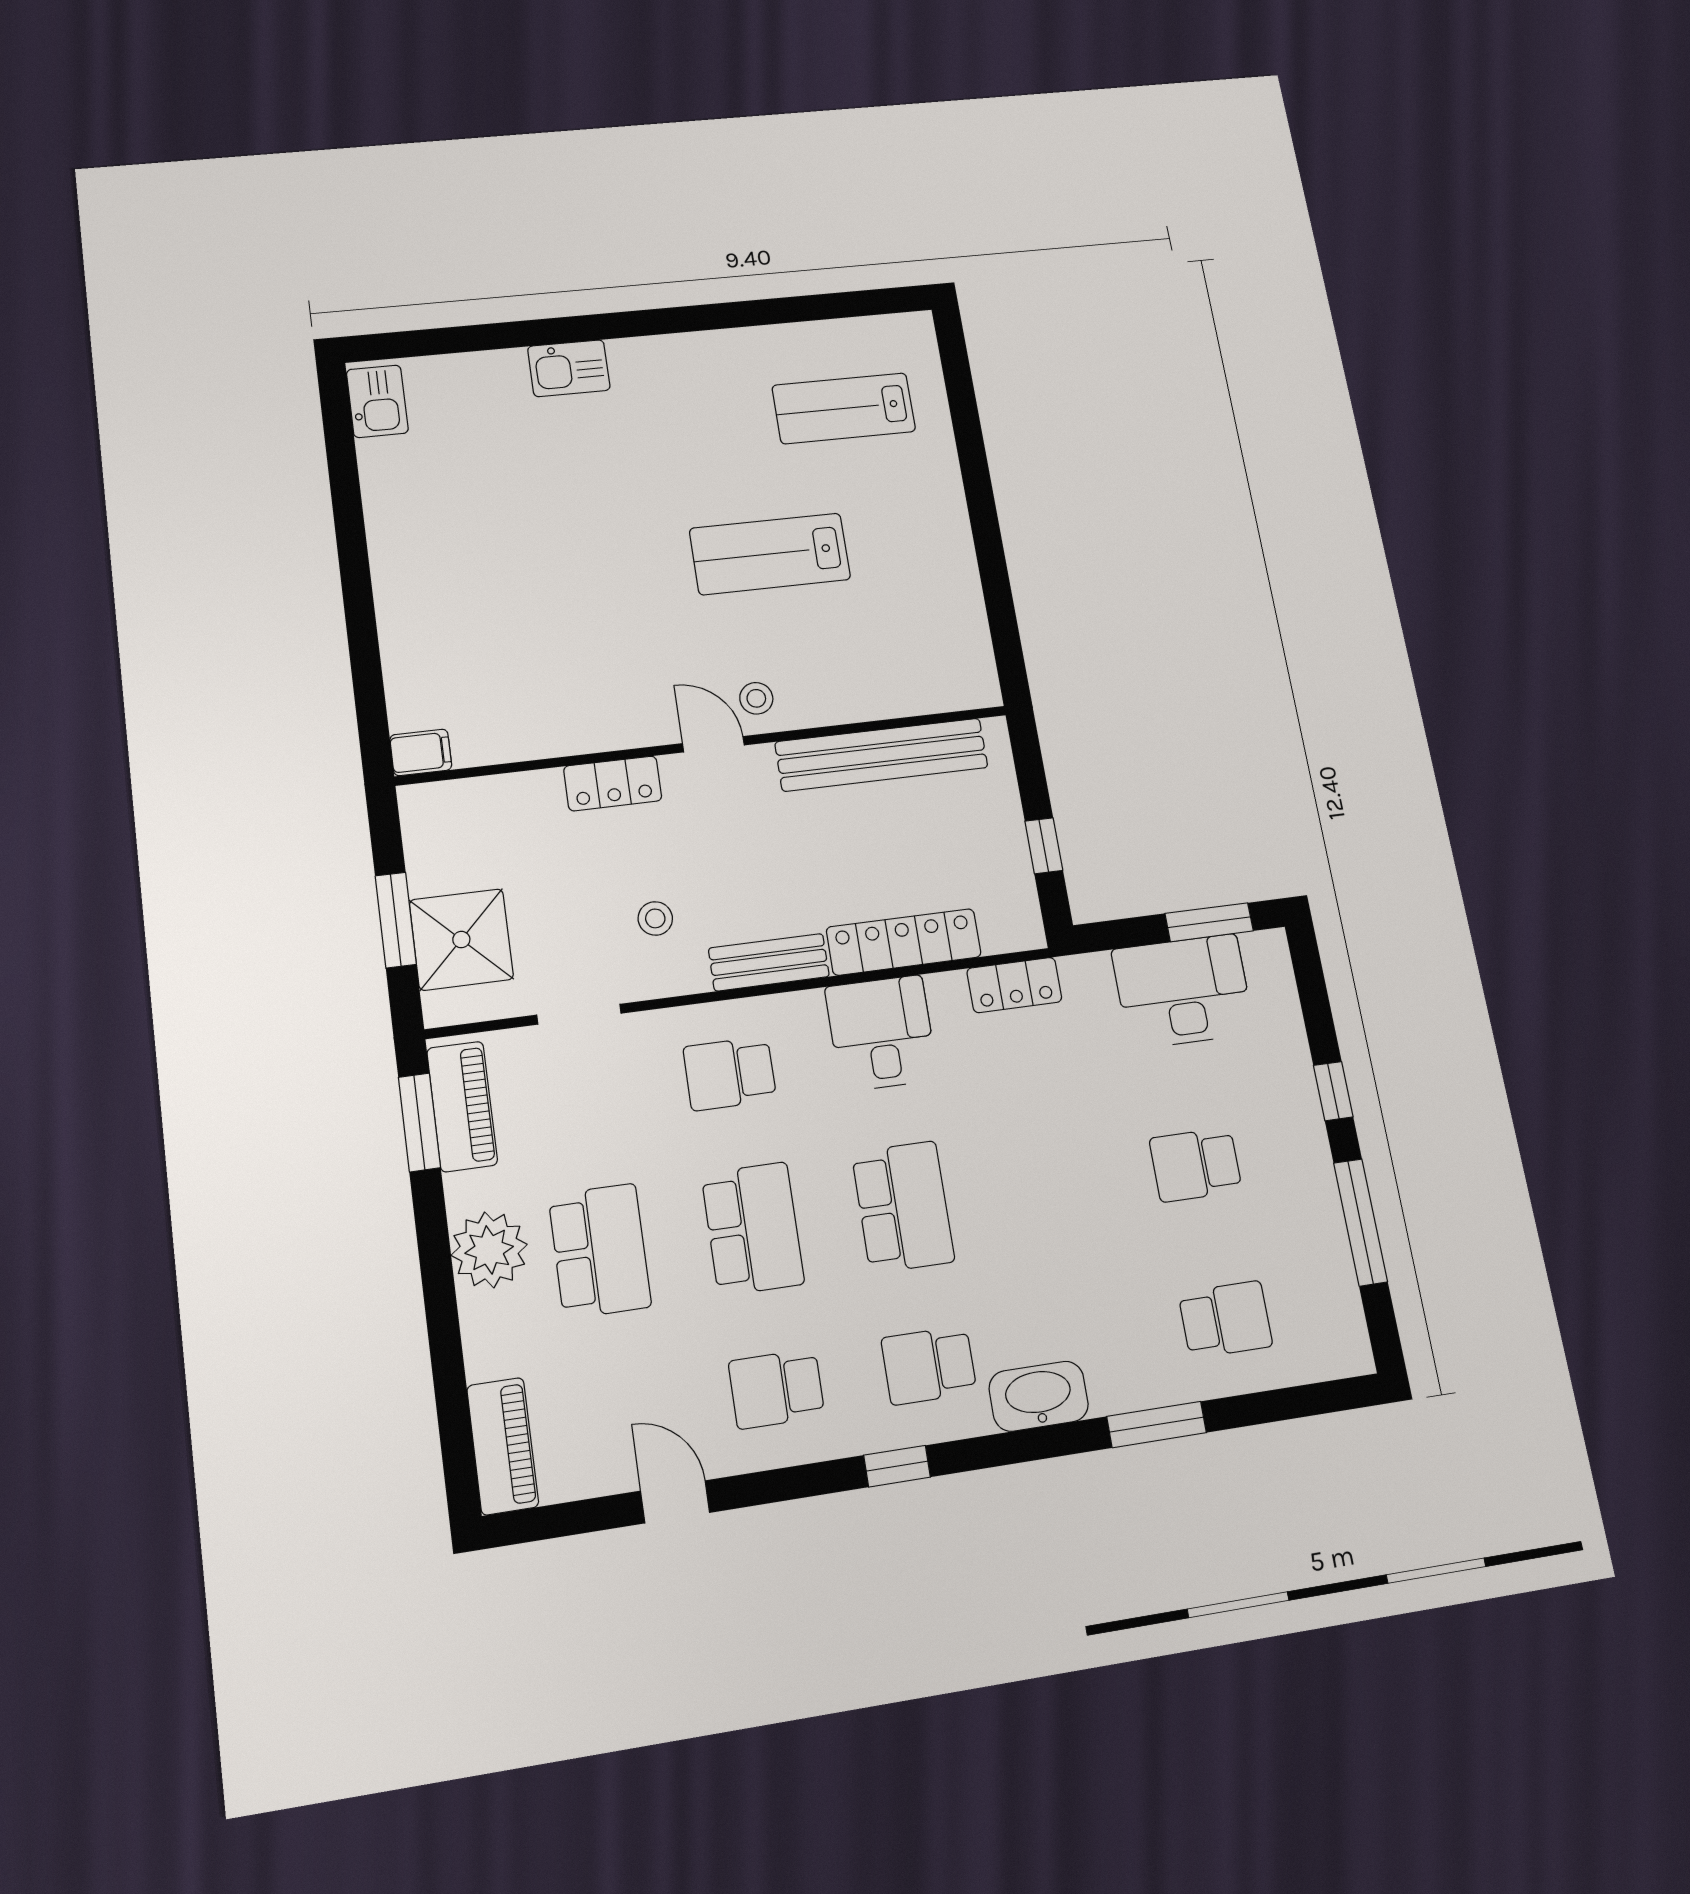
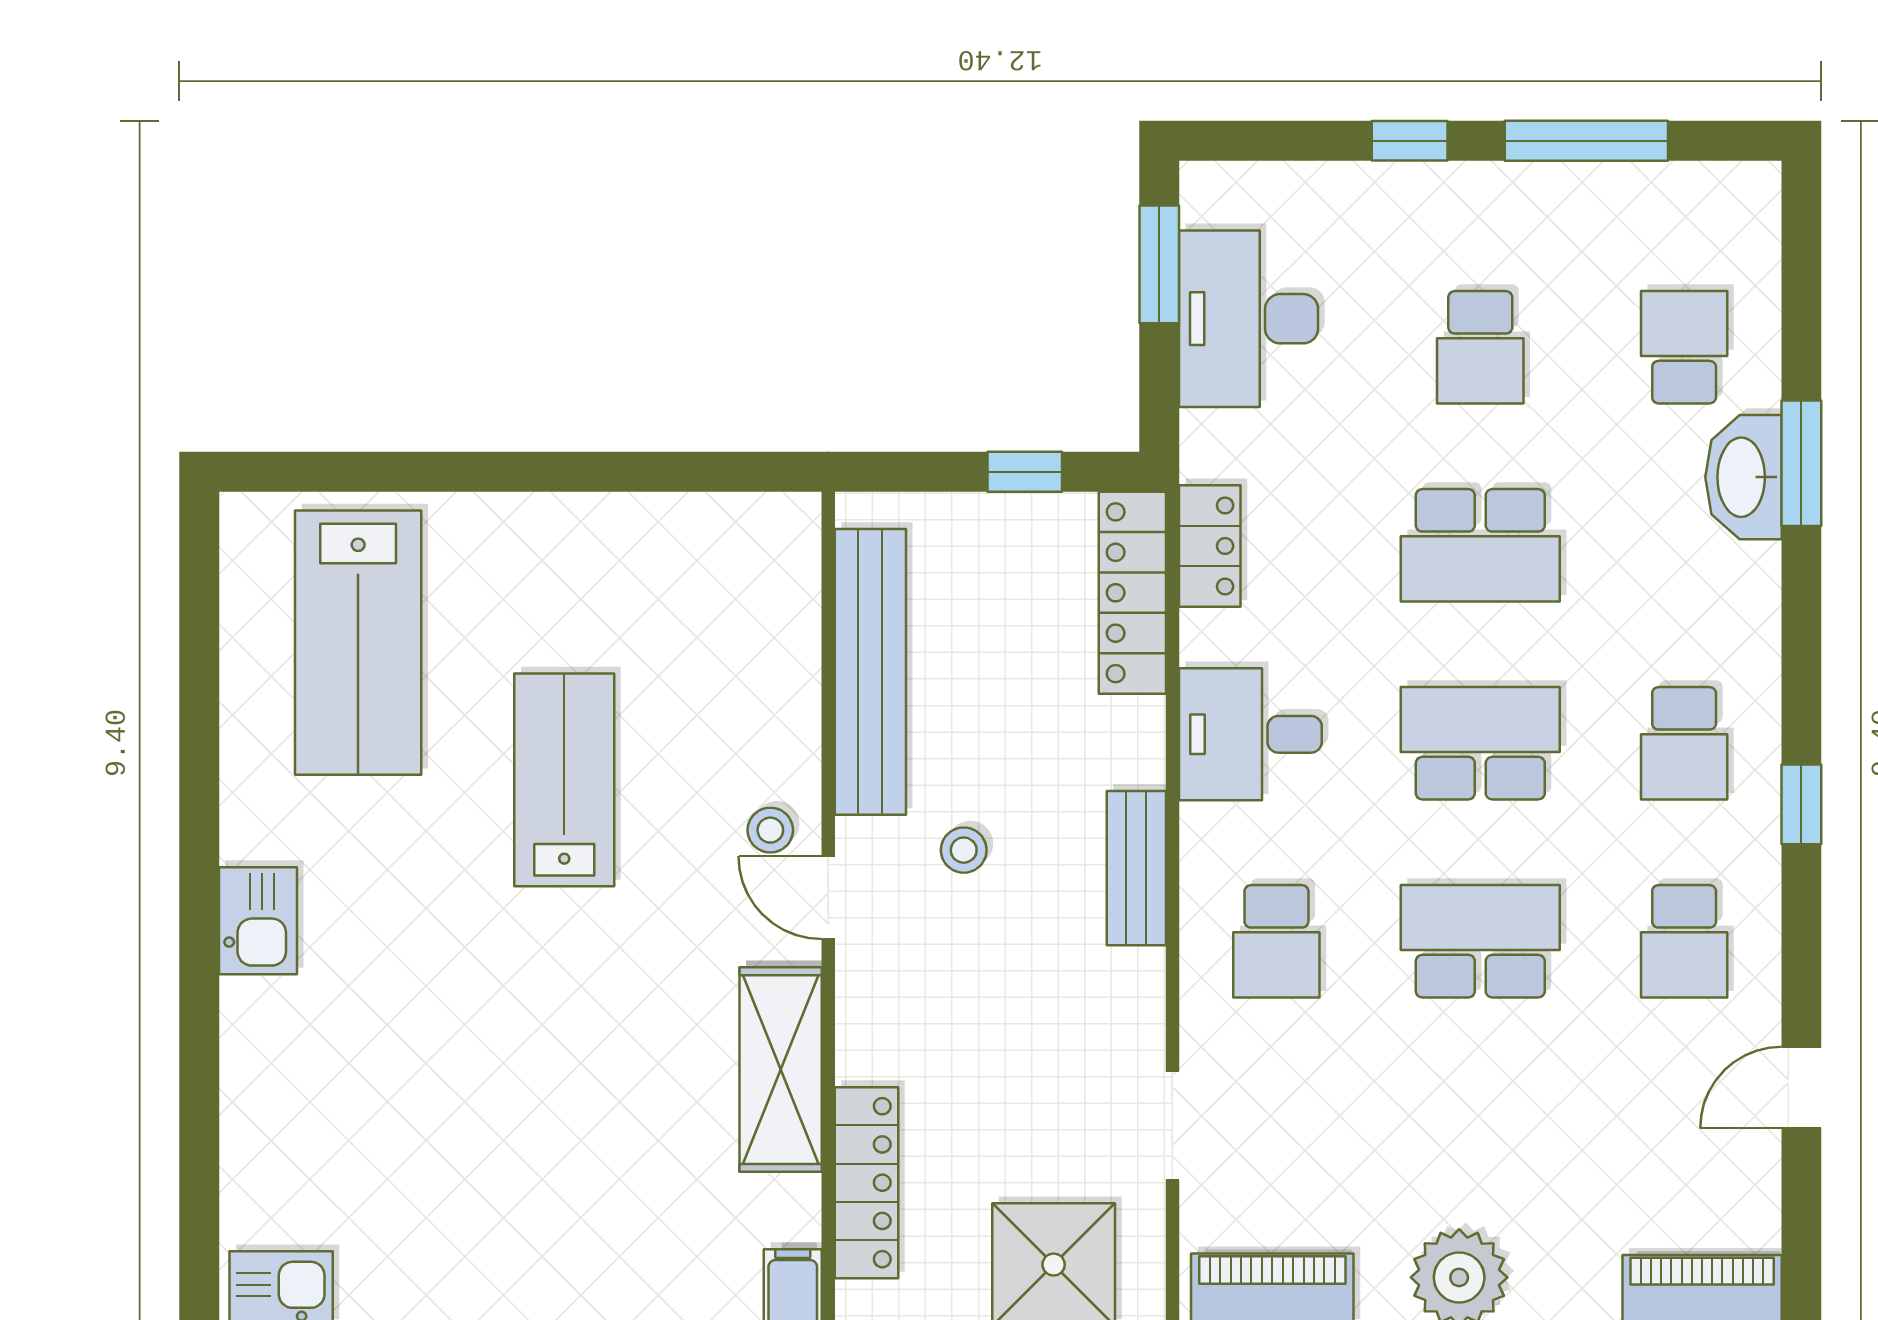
kitchen sink: (569, 368) -> (258, 921), moved
lab bench: (844, 408) -> (358, 643), width x1.36, depth x1.39
lab bench: (770, 554) -> (564, 780), turned 180
shelving: (582, 725) -> (781, 1070), added
door: (713, 744) -> (828, 898), hinge flipped
locker: (613, 783) -> (866, 1183), moved, width x1.53
stool: (655, 918) -> (964, 850), moved
locker: (904, 942) -> (1132, 593), moved
school desk: (600, 1251) -> (1480, 545), moved, turned 180
washbasin: (1039, 1396) -> (1743, 477), moved

